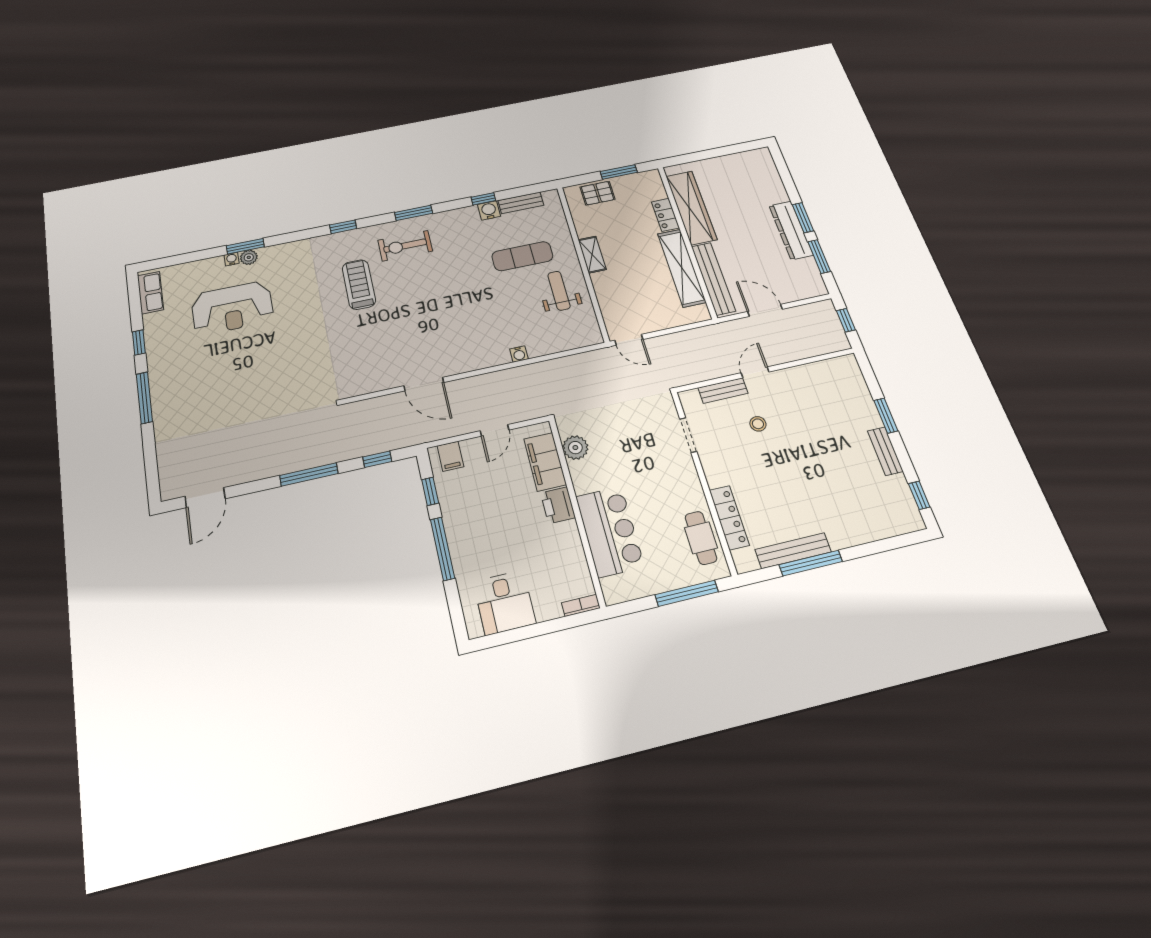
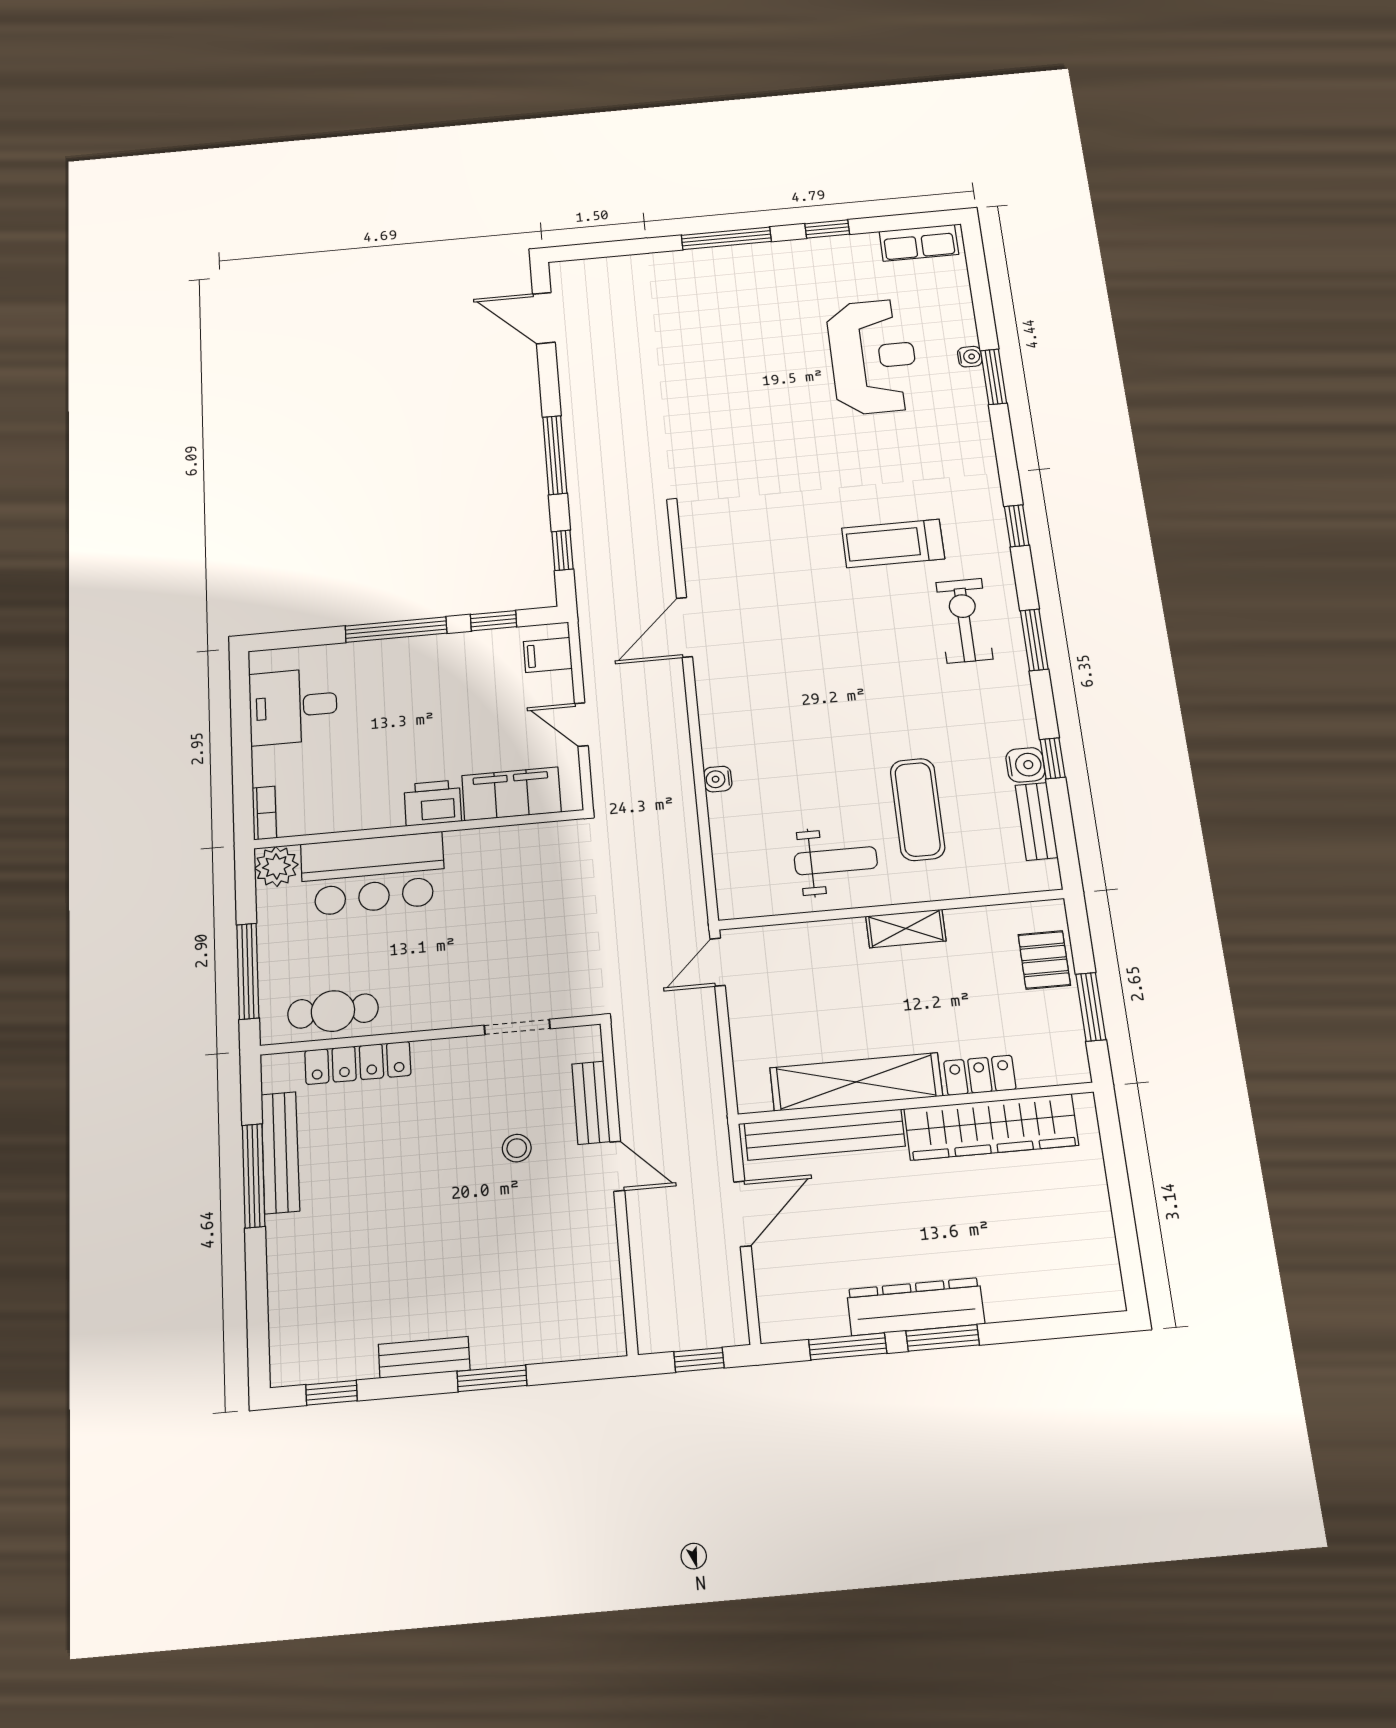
plant: (249, 257) -> (970, 382), removed
treadmill: (359, 284) -> (893, 543), turned 180
reception desk: (232, 308) -> (873, 357), turned 180
plant: (575, 448) -> (276, 866), moved

